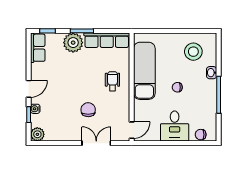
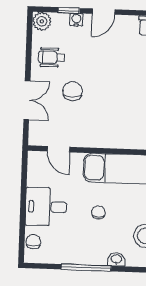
wheelchair: (112, 81) -> (51, 57), moved, turned 180
door: (29, 89) -> (104, 12), hinge flipped
chair: (88, 110) -> (73, 91), turned -89
door: (132, 130) -> (59, 149), moved

